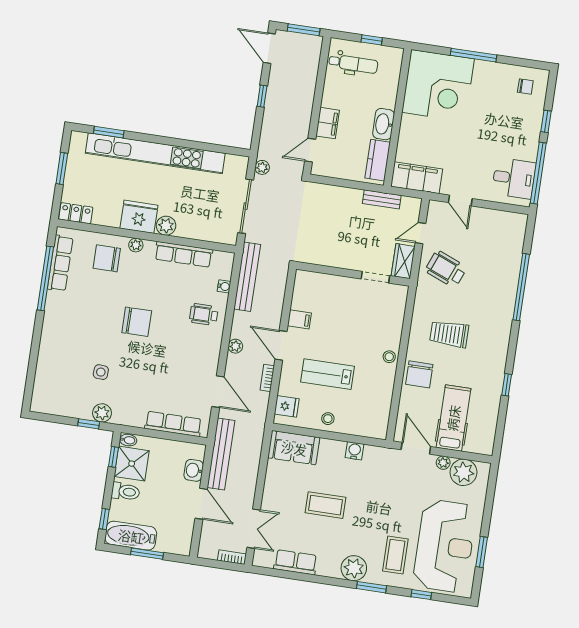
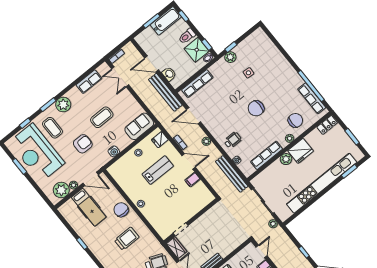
armchair: (381, 498) -> (83, 144), added

